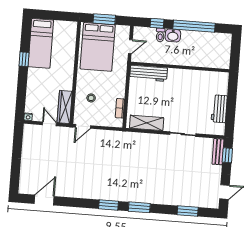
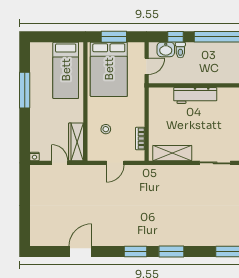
washbasin: (173, 35) -> (166, 49), moved
bed: (41, 43) -> (66, 70), moved
window: (24, 59) -> (25, 90), width x2.17
workbench: (148, 73) -> (195, 95), moved
door: (83, 126) -> (115, 163), moved
door: (44, 200) -> (80, 252), moved

